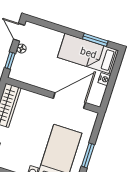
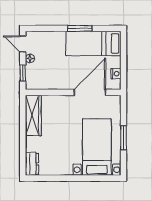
window: (95, 40) -> (80, 28), moved
nightstand: (104, 79) -> (116, 74), moved

